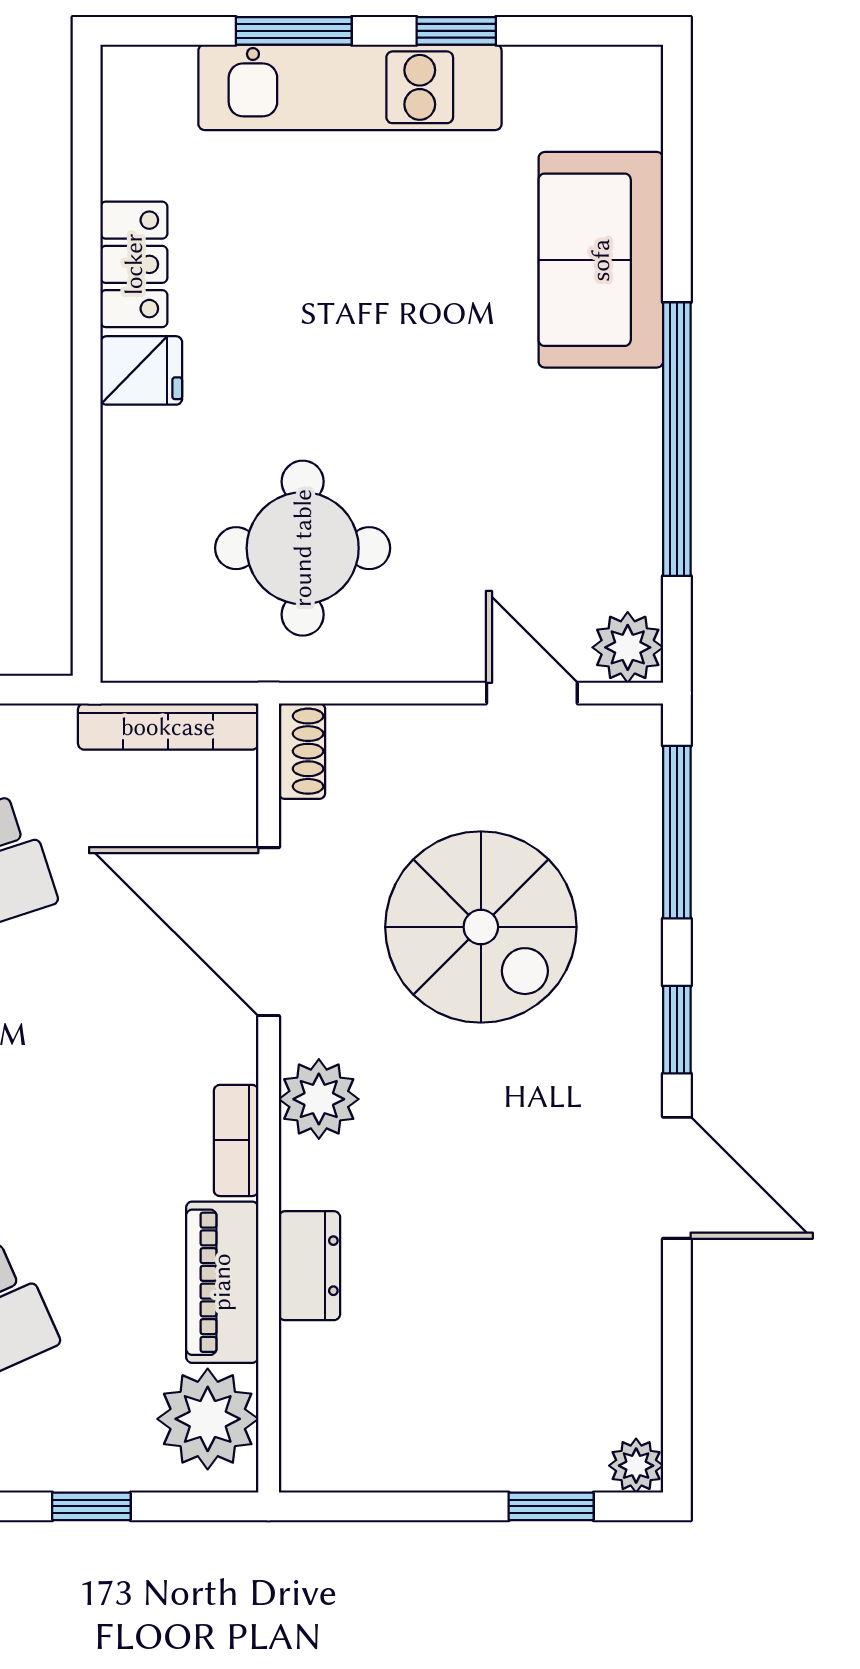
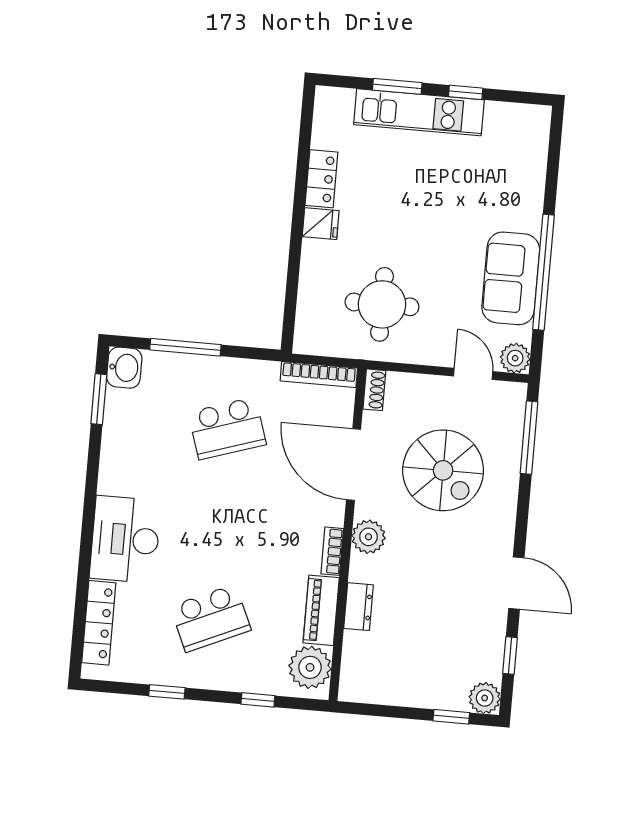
sofa: (601, 260) -> (511, 278), moved
window: (677, 1030) -> (510, 655), moved
plant: (636, 1466) -> (485, 698), width x1.38, depth x1.38

